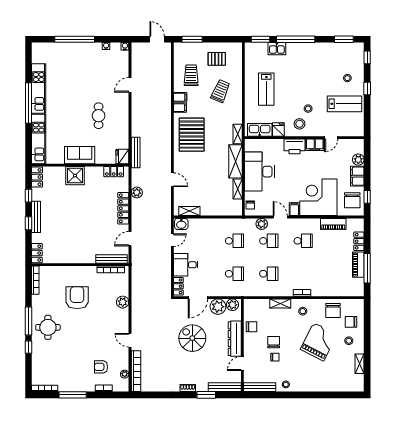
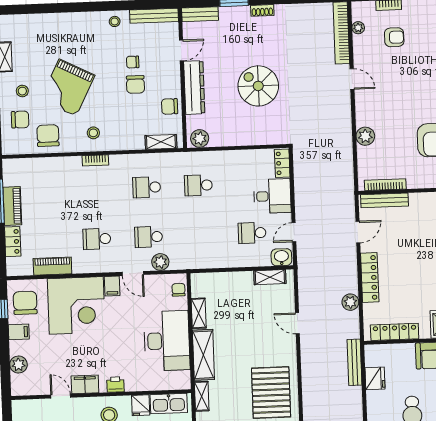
door: (331, 138) -> (61, 396), hinge flipped
printer: (295, 146) -> (115, 384), width x0.53, depth x0.68
fridge: (122, 156) -> (375, 378), moved
locker: (114, 172) -> (395, 332), width x1.53
filing cabinet: (357, 176) -> (19, 332), width x0.50
school desk: (234, 241) -> (252, 233), moved
door: (198, 298) -> (252, 147), removed
shelving: (280, 303) -> (161, 142), moved
plant: (218, 307) -> (221, 135), removed
spiral stairs: (192, 338) -> (258, 86), turned 180
bench: (225, 387) -> (200, 14), width x0.73

